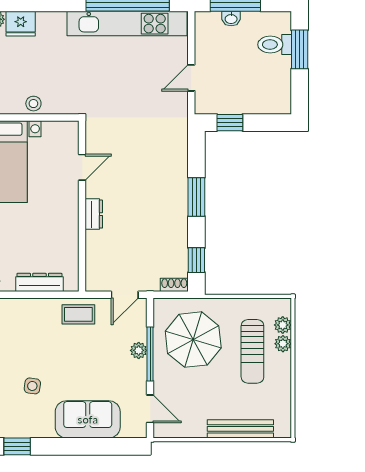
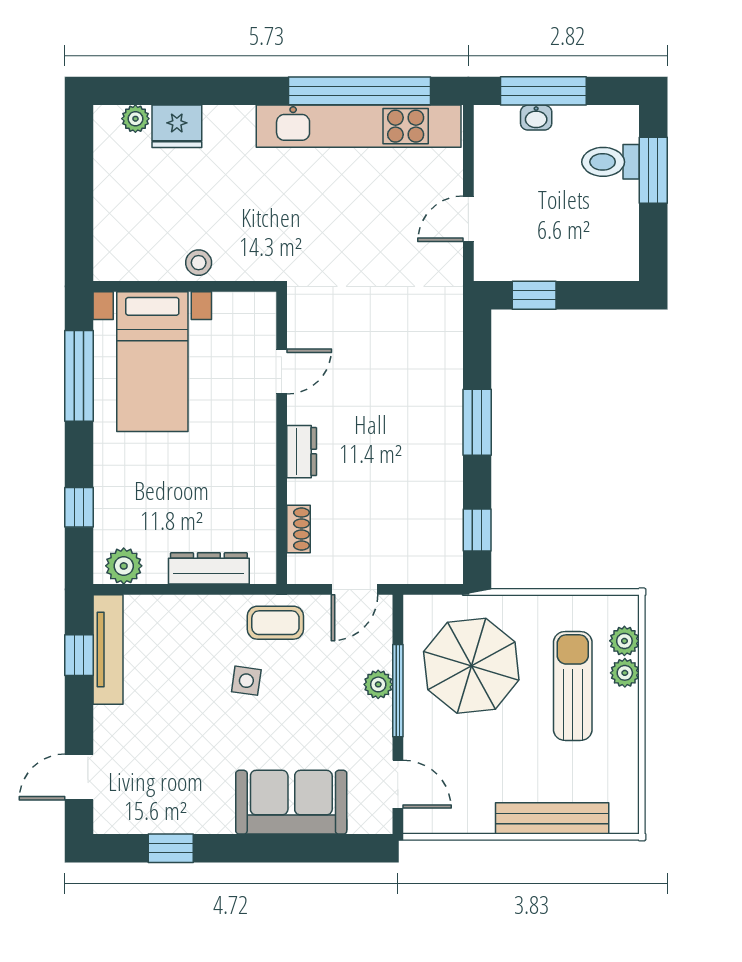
shoe rack: (174, 285) -> (298, 529), moved, turned 90
sun lounger: (252, 351) -> (573, 686), turned 180
side table: (32, 386) -> (246, 681), moved

